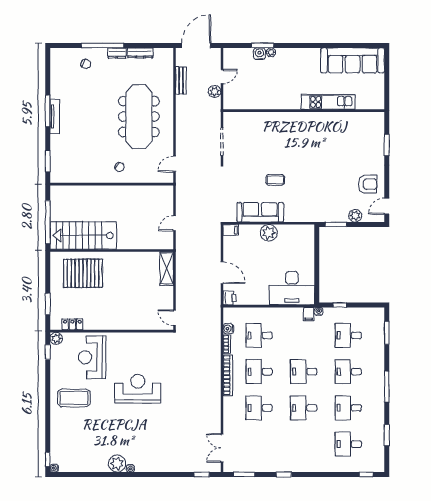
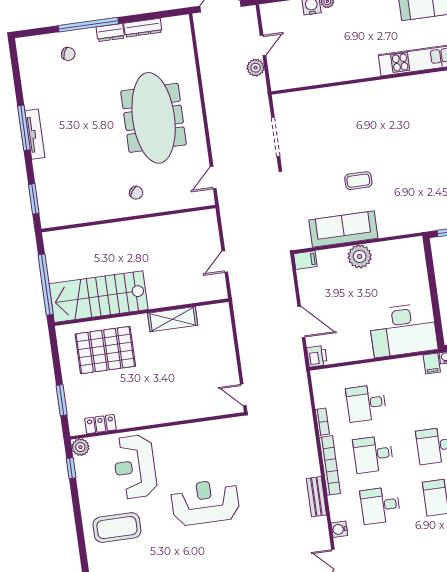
bench: (181, 81) -> (316, 497), moved
shelving: (167, 268) -> (173, 319), moved, turned 90
water cooler: (228, 329) -> (339, 529), moved

